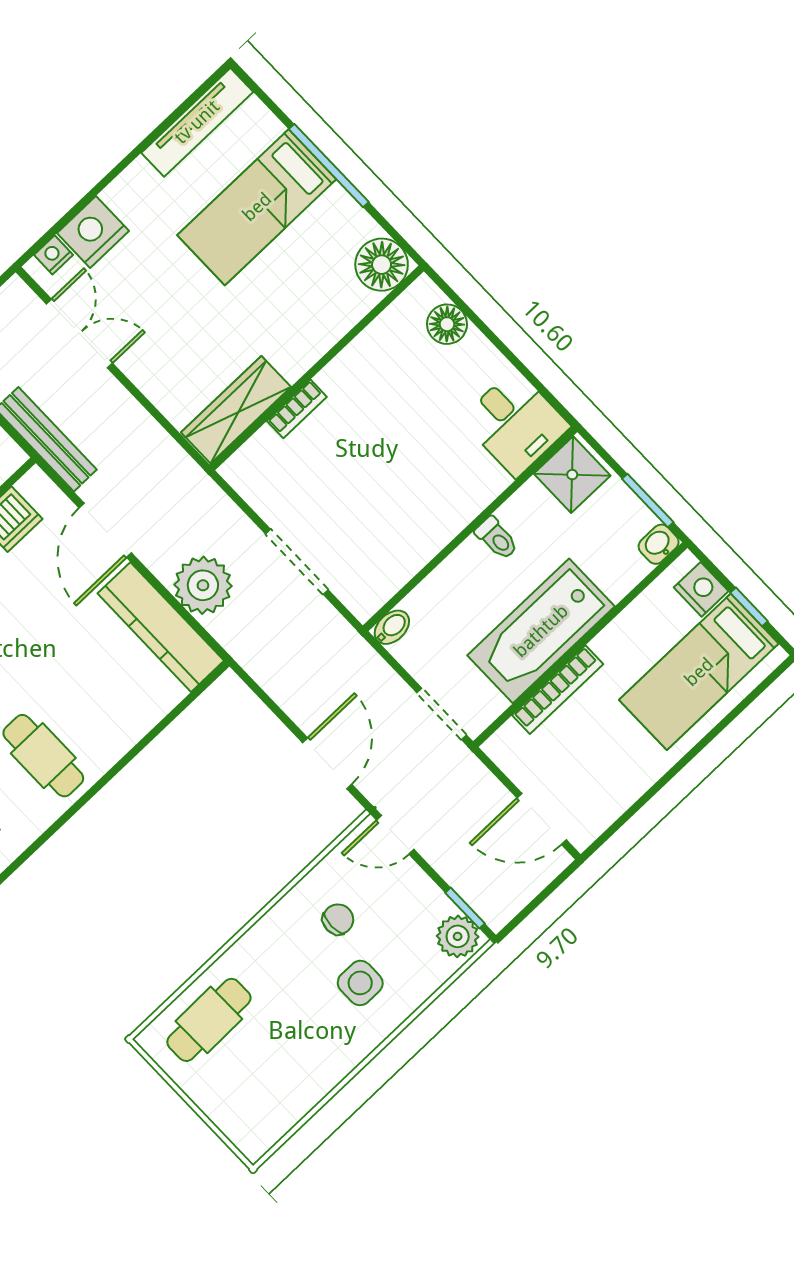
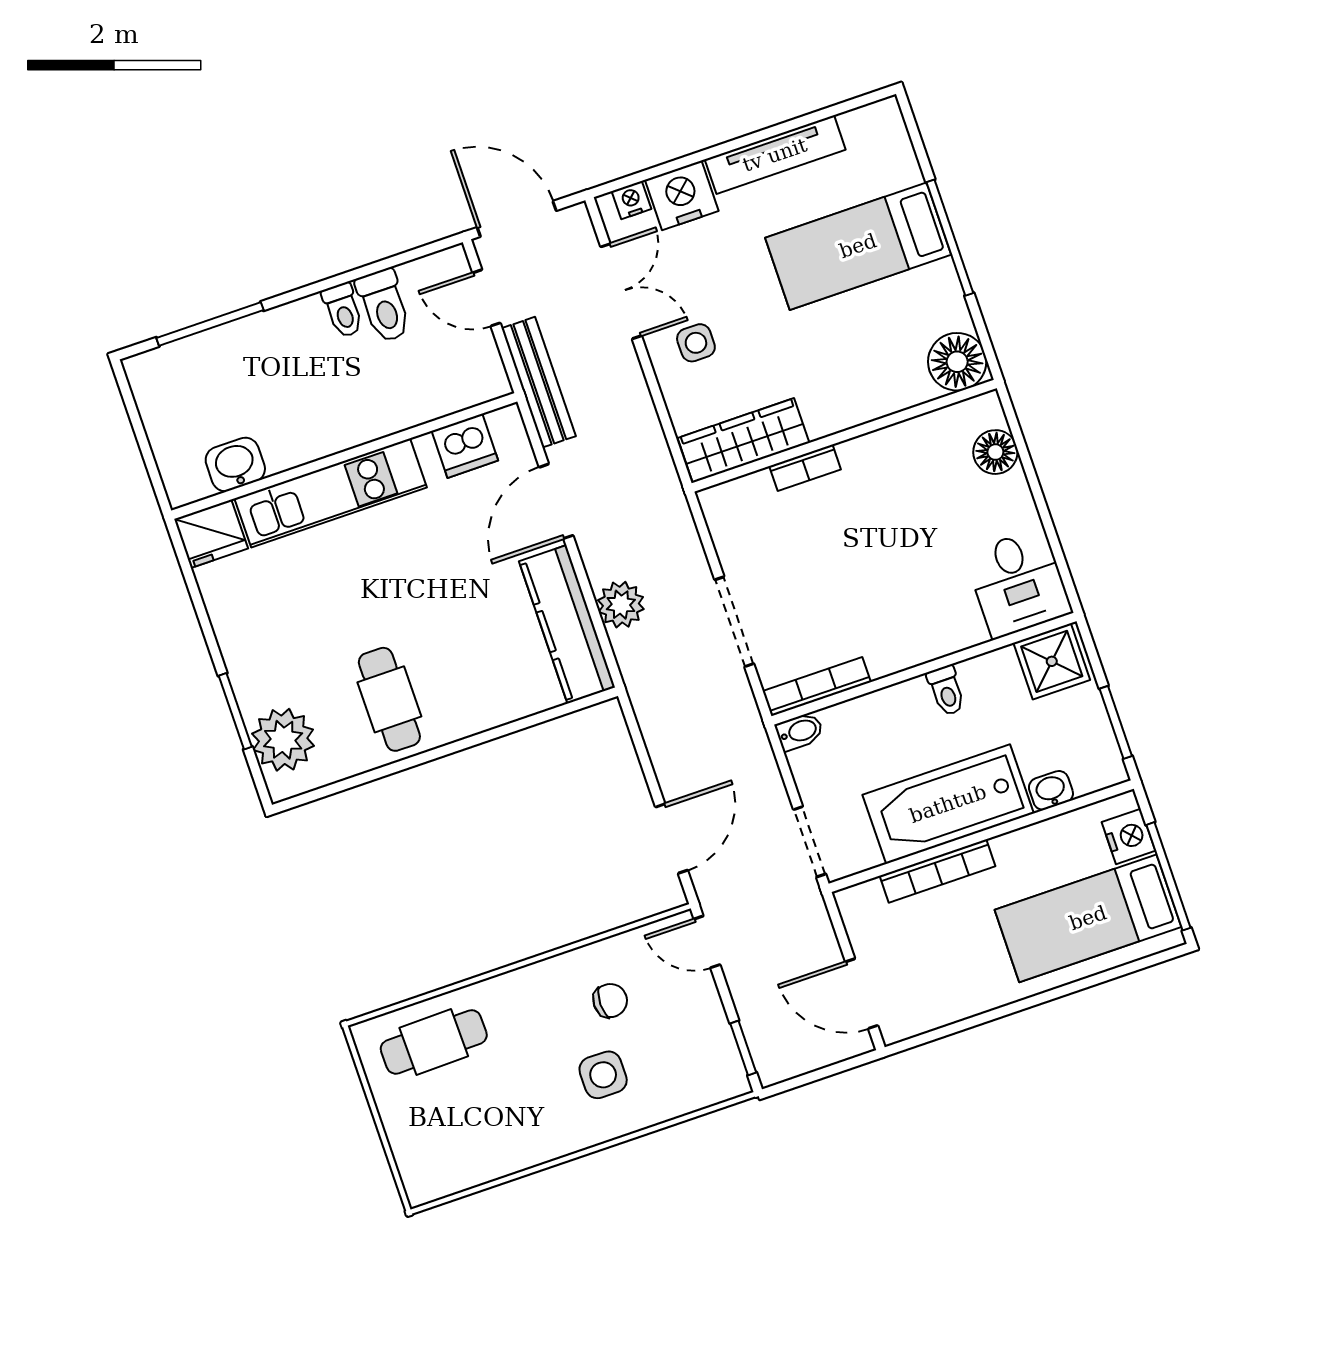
tv unit: (197, 122) -> (775, 155), moved
side table: (160, 348) -> (696, 343), added
washbasin: (659, 544) -> (1051, 790), moved
bookcase: (389, 584) -> (817, 687), added
plant: (203, 585) -> (621, 605), width x0.73, depth x0.73
window: (749, 607) -> (1168, 876), width x2.17
plant: (458, 936) -> (723, 1073), removed

